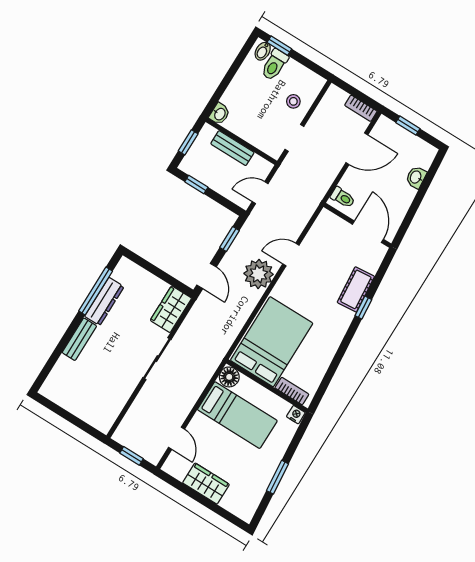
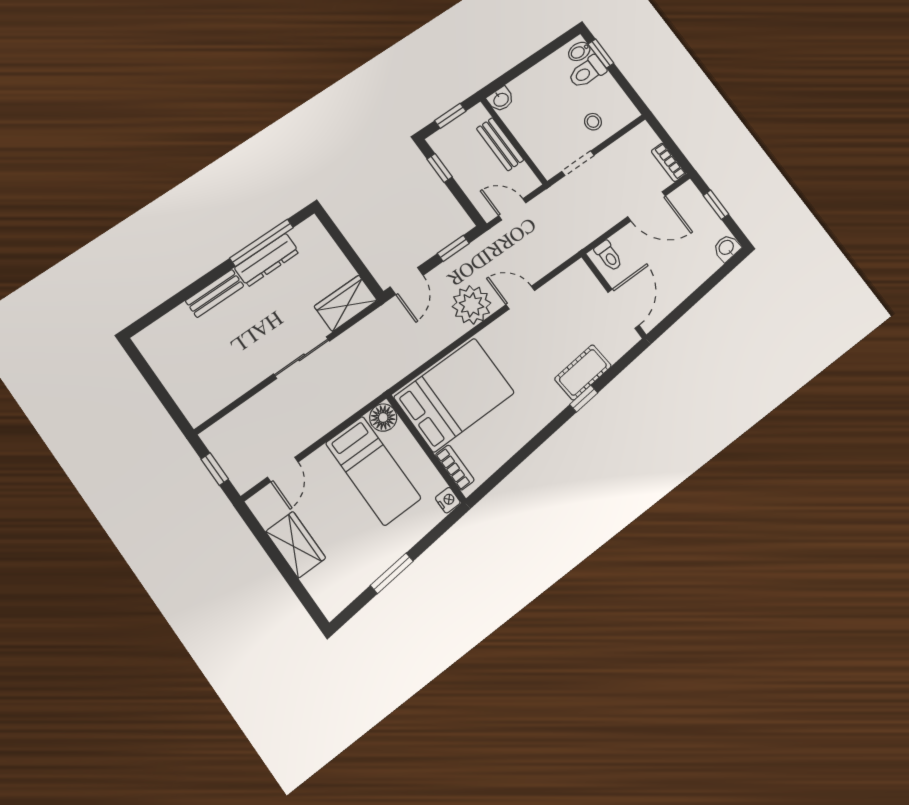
washbasin: (416, 177) -> (727, 248), moved

